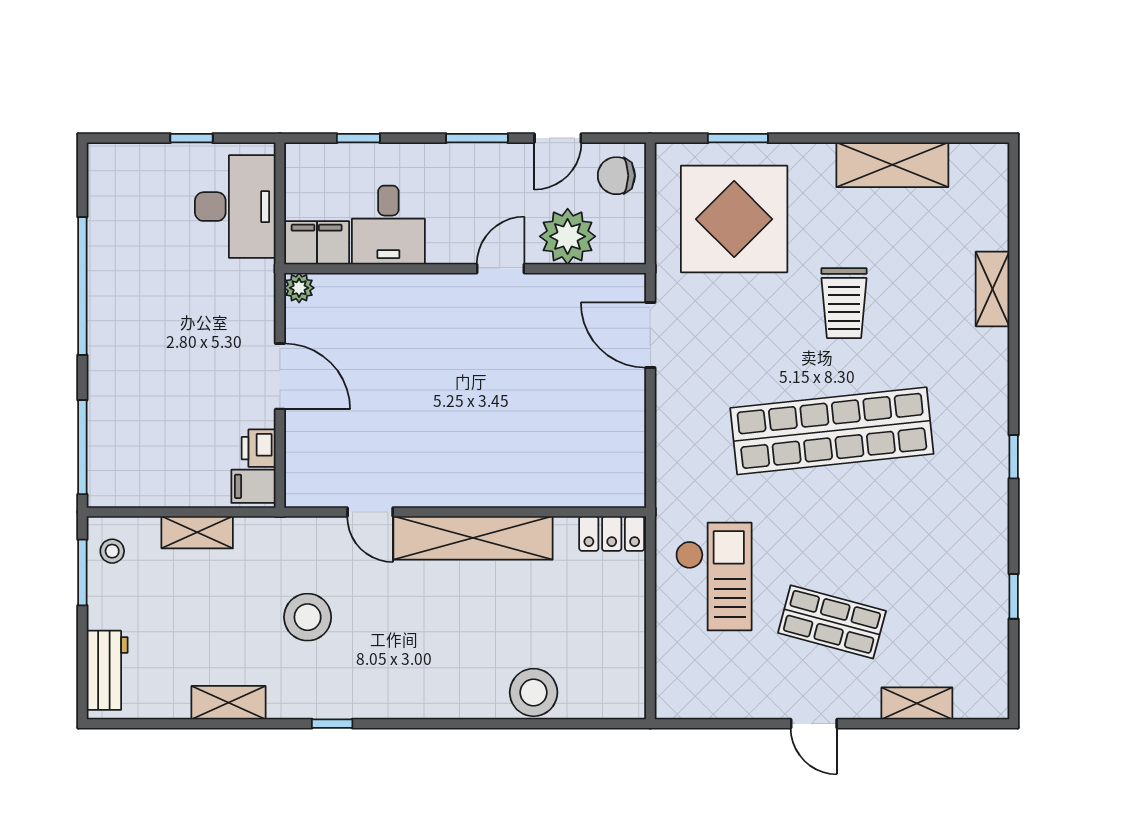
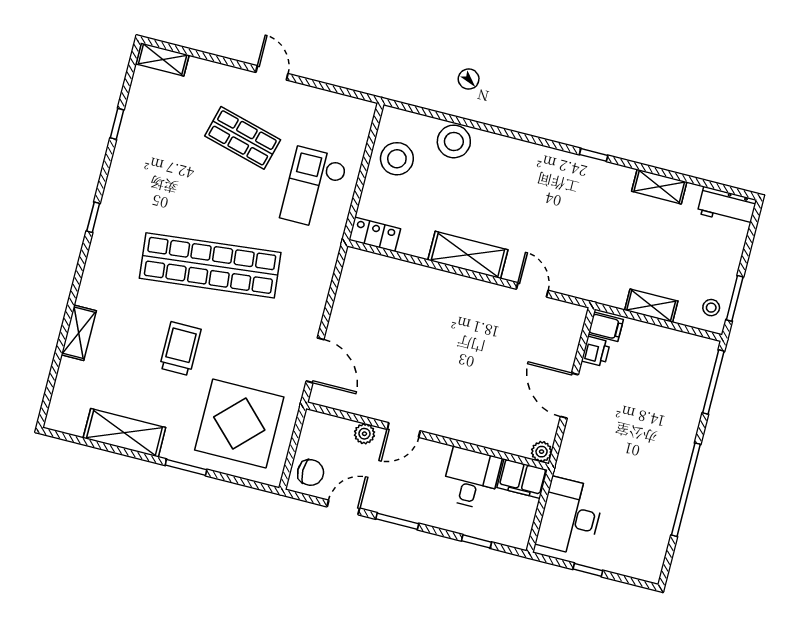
window: (738, 138) -> (186, 467), moved
plant: (568, 236) -> (364, 434), width x0.53, depth x0.53
shelving: (473, 538) -> (468, 255), width x0.68
stool: (308, 617) -> (397, 159), moved
workbench: (107, 670) -> (727, 206), moved, turned -90
shelving: (917, 703) -> (163, 59), moved

